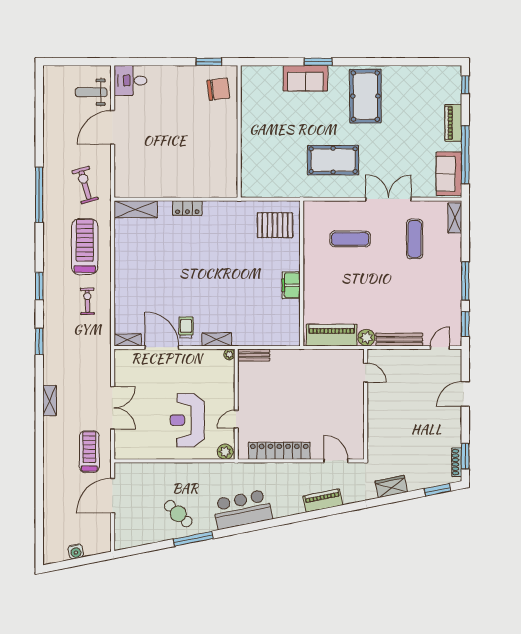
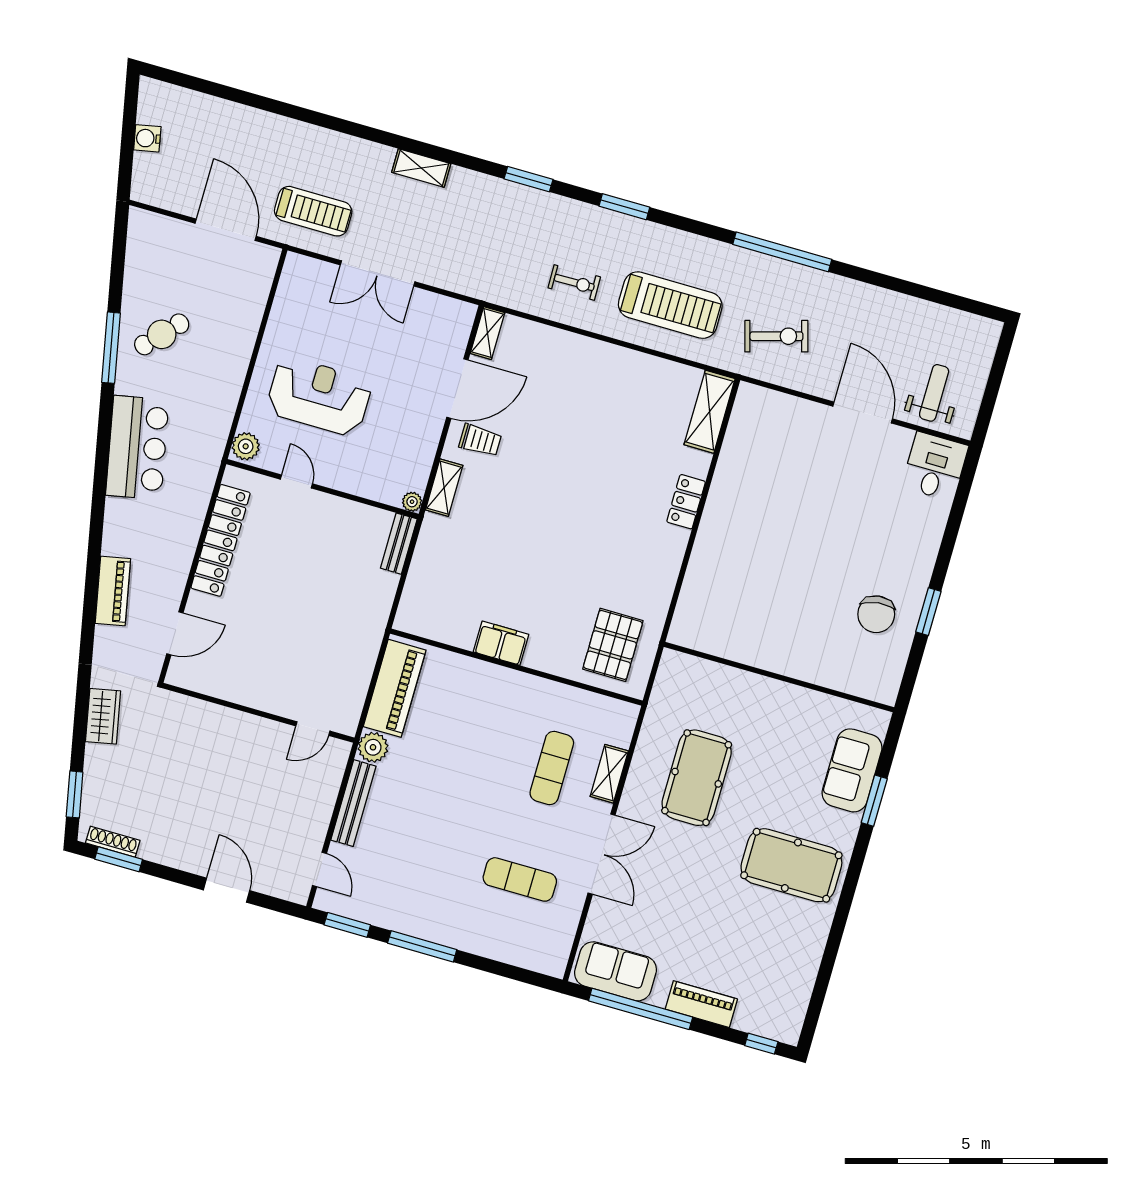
wall: (239, 132) -> (779, 677), moved
shelving: (455, 218) -> (609, 774), moved, turned 90

